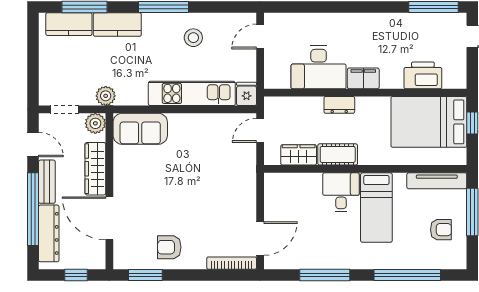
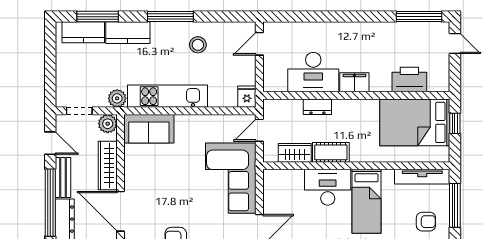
kitchen unit: (192, 93) -> (167, 96), moved
dresser: (339, 105) -> (317, 107), moved
corner sofa: (229, 182) -> (231, 178), added
desk: (341, 192) -> (328, 187), width x1.37

